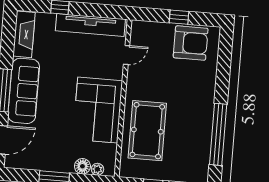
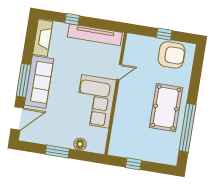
door: (127, 55) -> (119, 72), moved
pool table: (147, 131) -> (166, 107), moved
plant: (97, 169) -> (91, 147), removed

